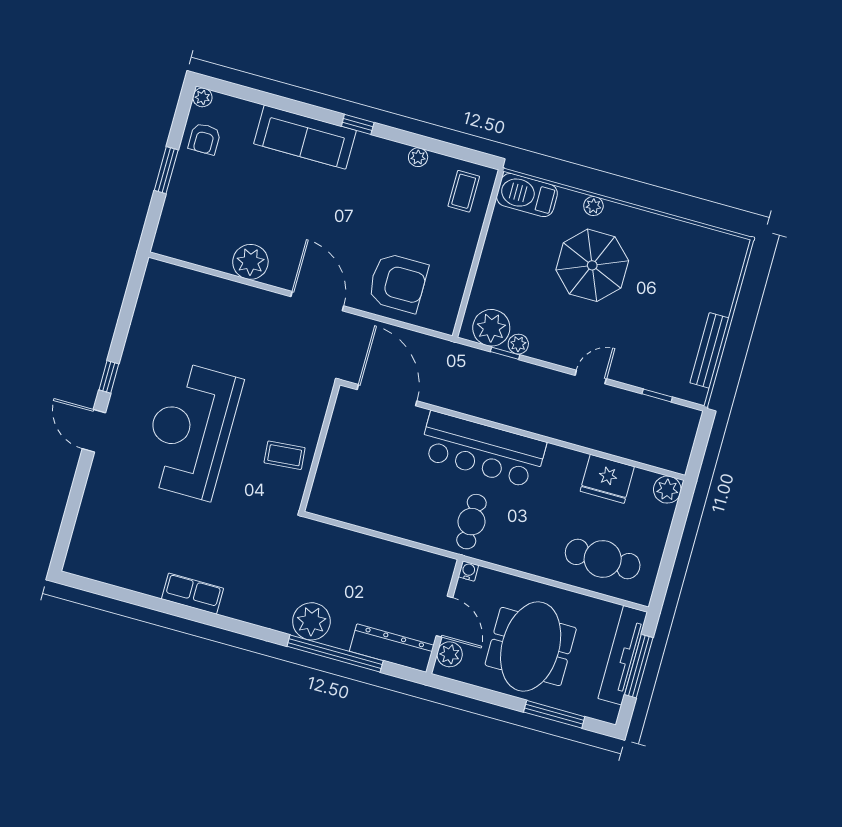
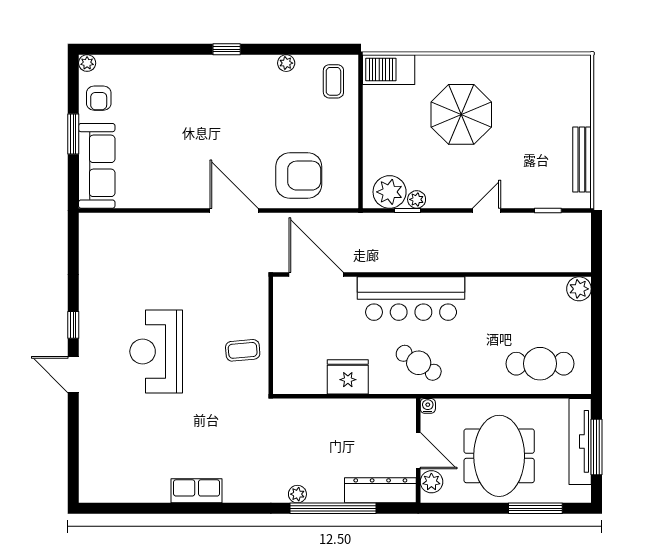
sofa: (305, 137) -> (97, 166), moved, turned -90
plant: (593, 206) -> (448, 63), removed
plant: (250, 262) -> (167, 193), removed
reception desk: (191, 431) -> (156, 351), width x0.74, depth x0.77
fridge: (607, 479) -> (348, 377), moved, turned 180
cafe table: (471, 522) -> (419, 363), turned -57
plant: (311, 621) -> (297, 494), width x0.53, depth x0.53

